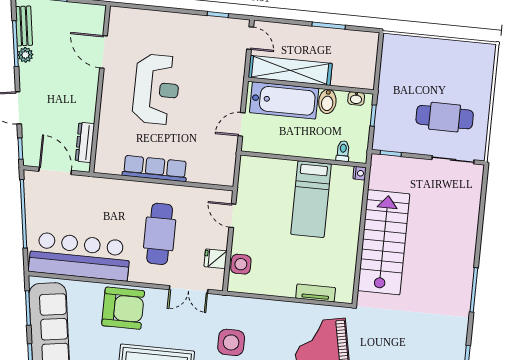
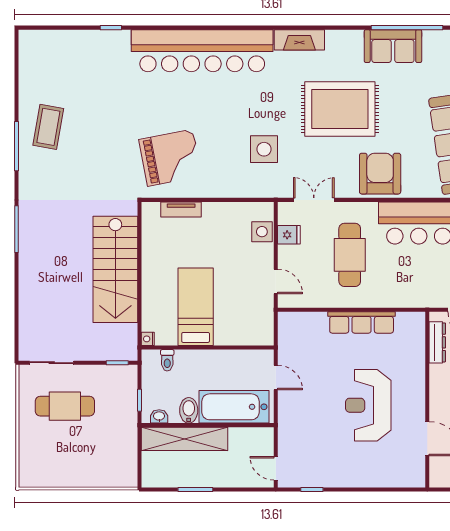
shelving: (290, 70) -> (184, 439), moved
door: (242, 124) -> (276, 377), hinge flipped
armchair: (123, 308) -> (380, 174), turned 90

